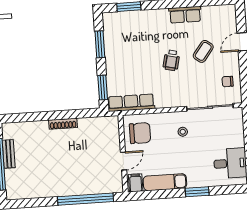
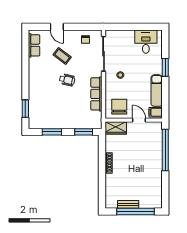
row of seats: (185, 15) -> (34, 45), moved
row of seats: (131, 103) -> (96, 94), moved
wardrobe: (111, 130) -> (116, 128), added

